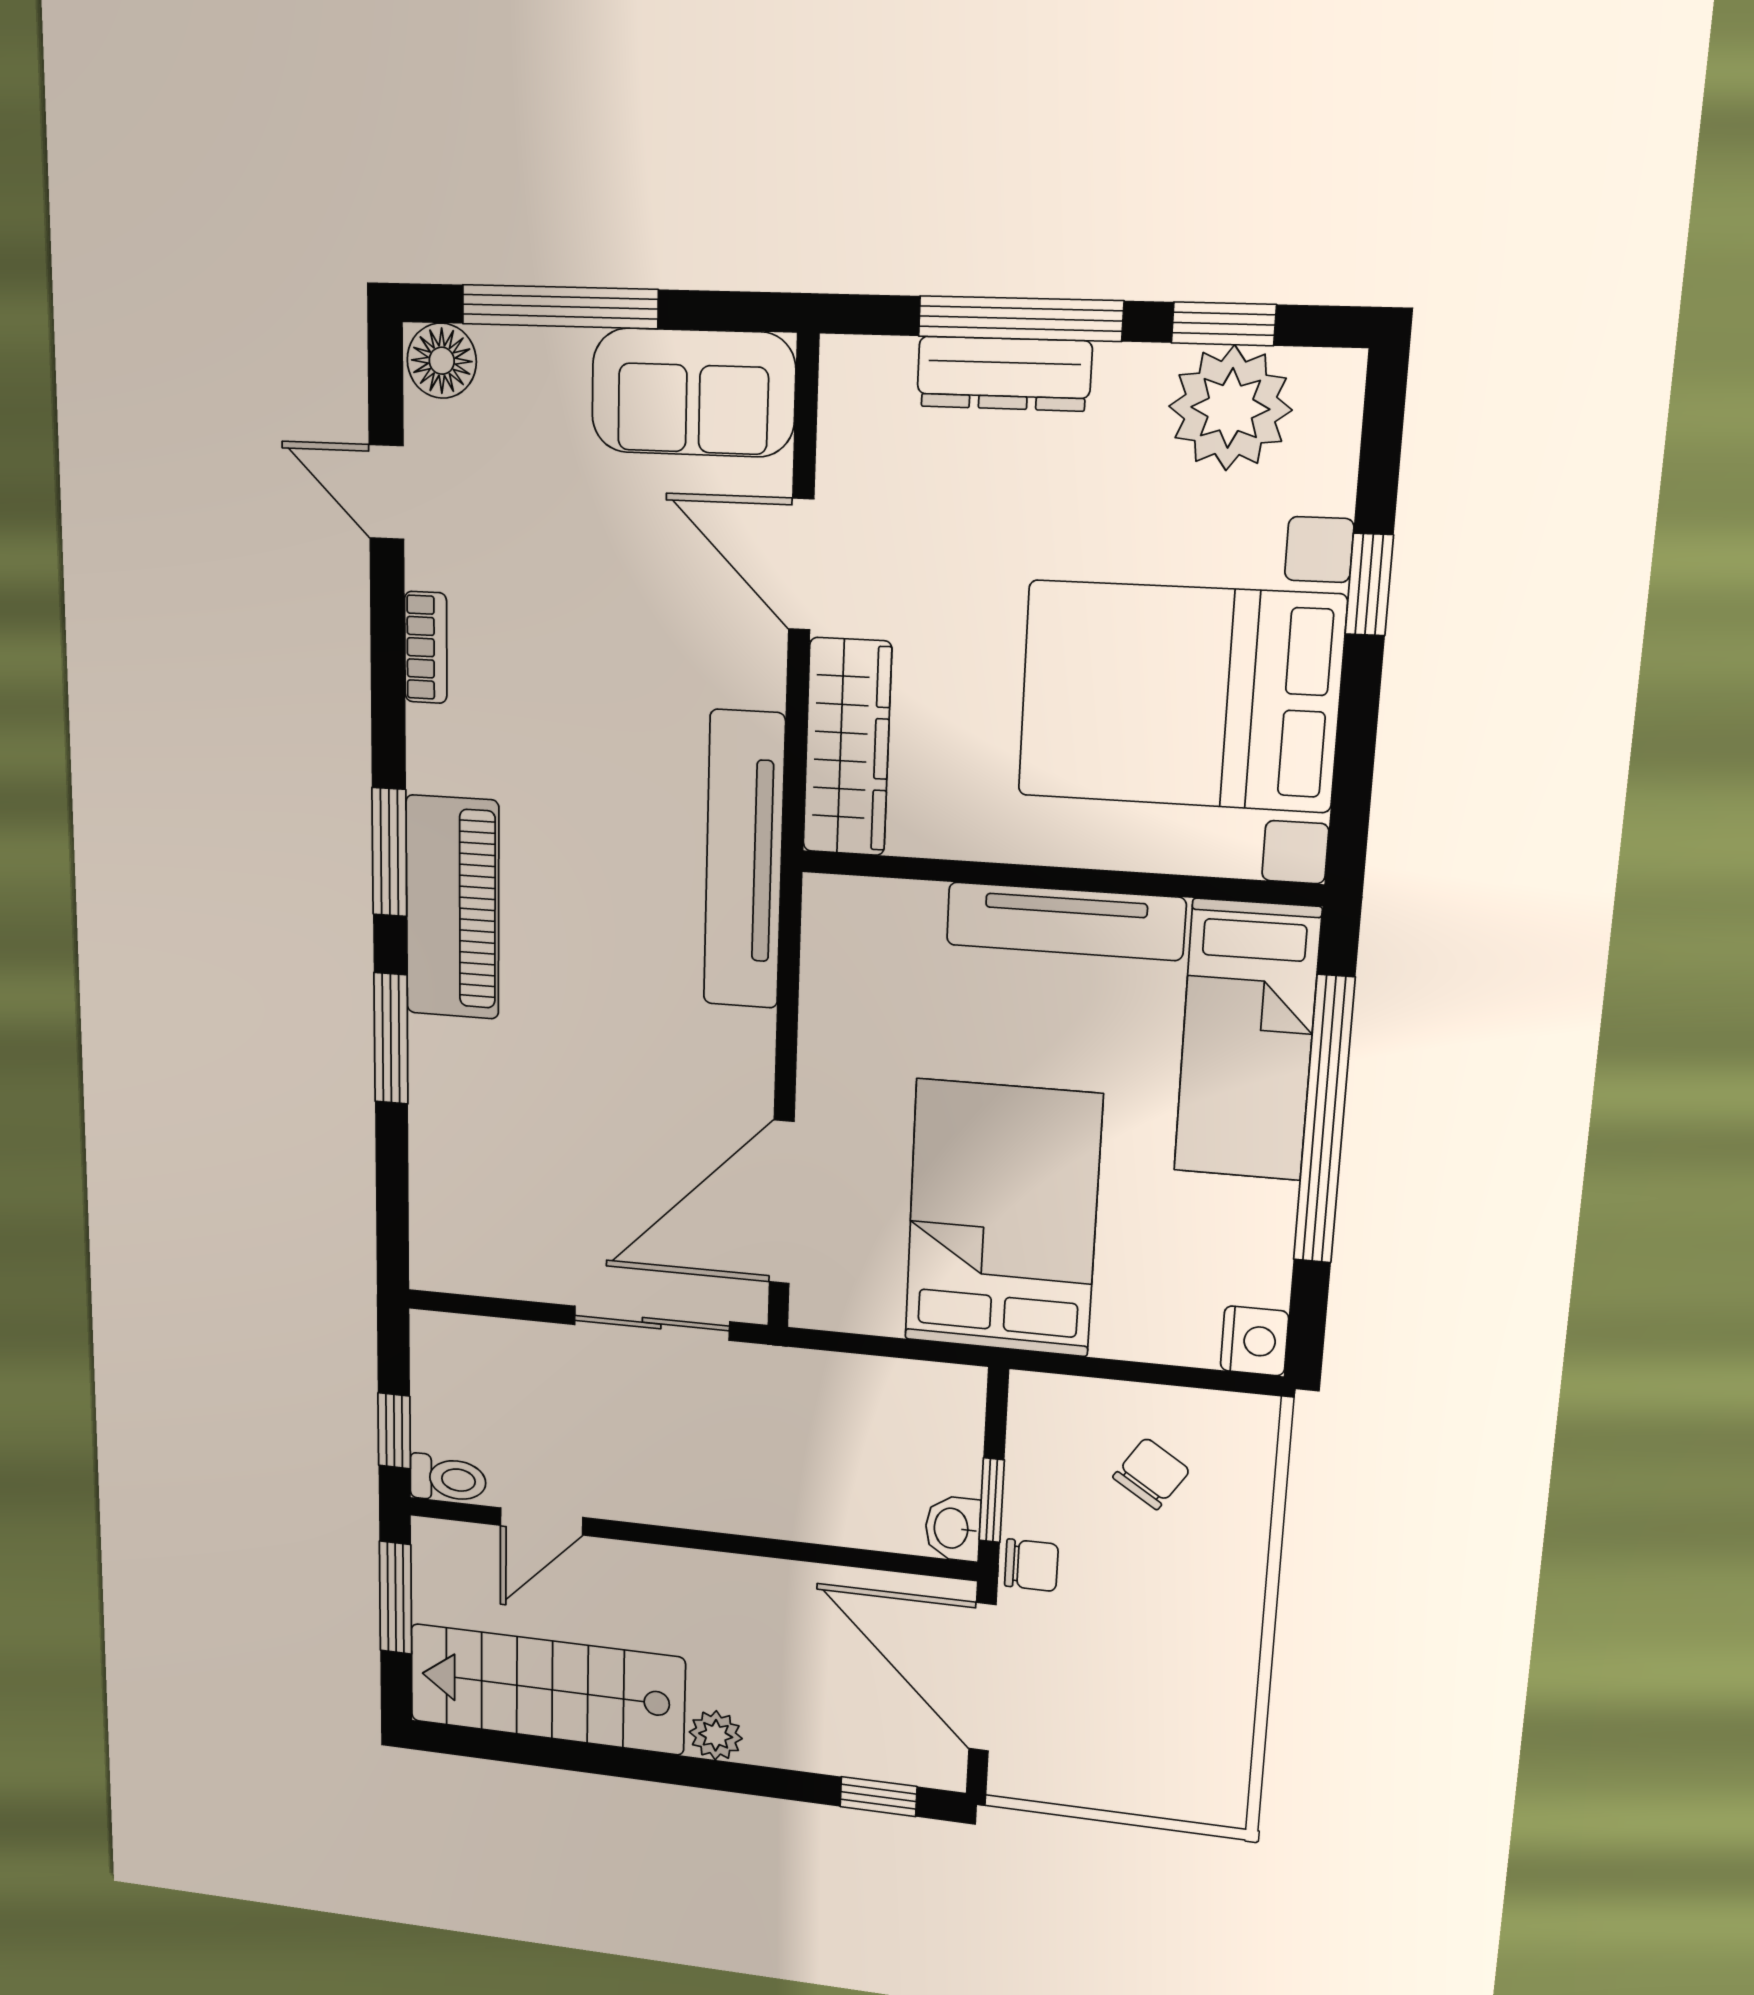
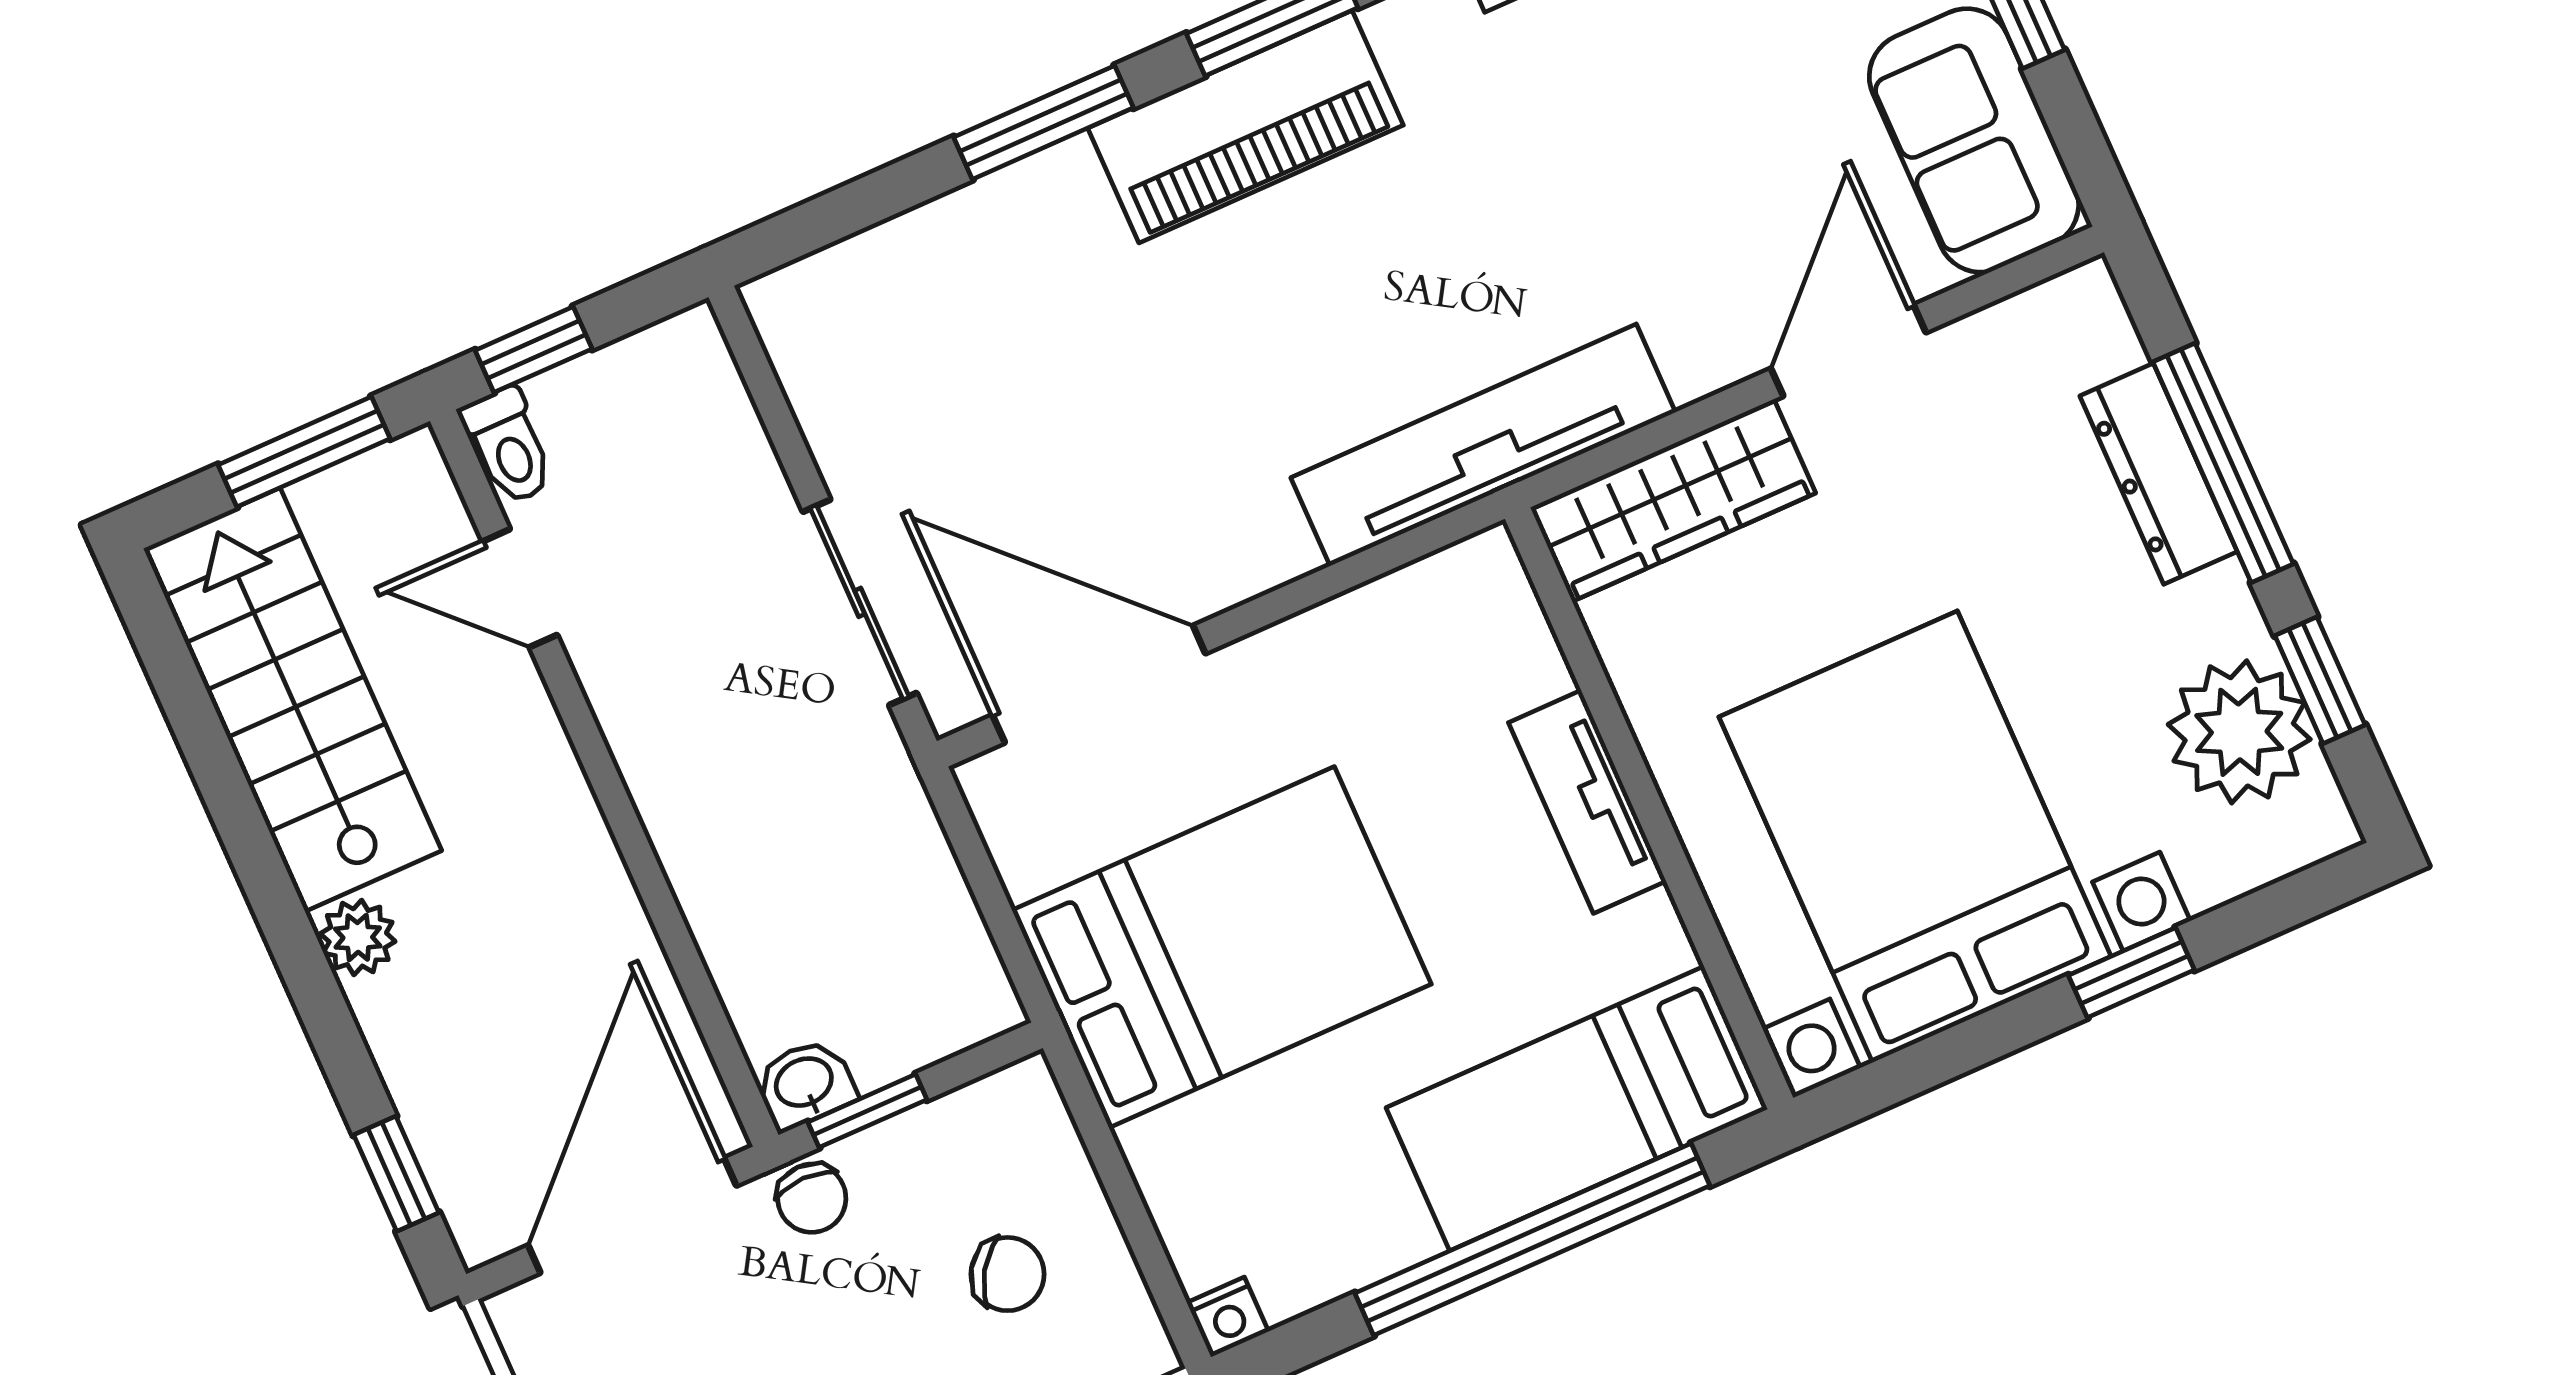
tv unit: (1065, 921) -> (1587, 802), width x0.71
nightstand: (1254, 1341) -> (1228, 1317), width x0.72, depth x0.74

